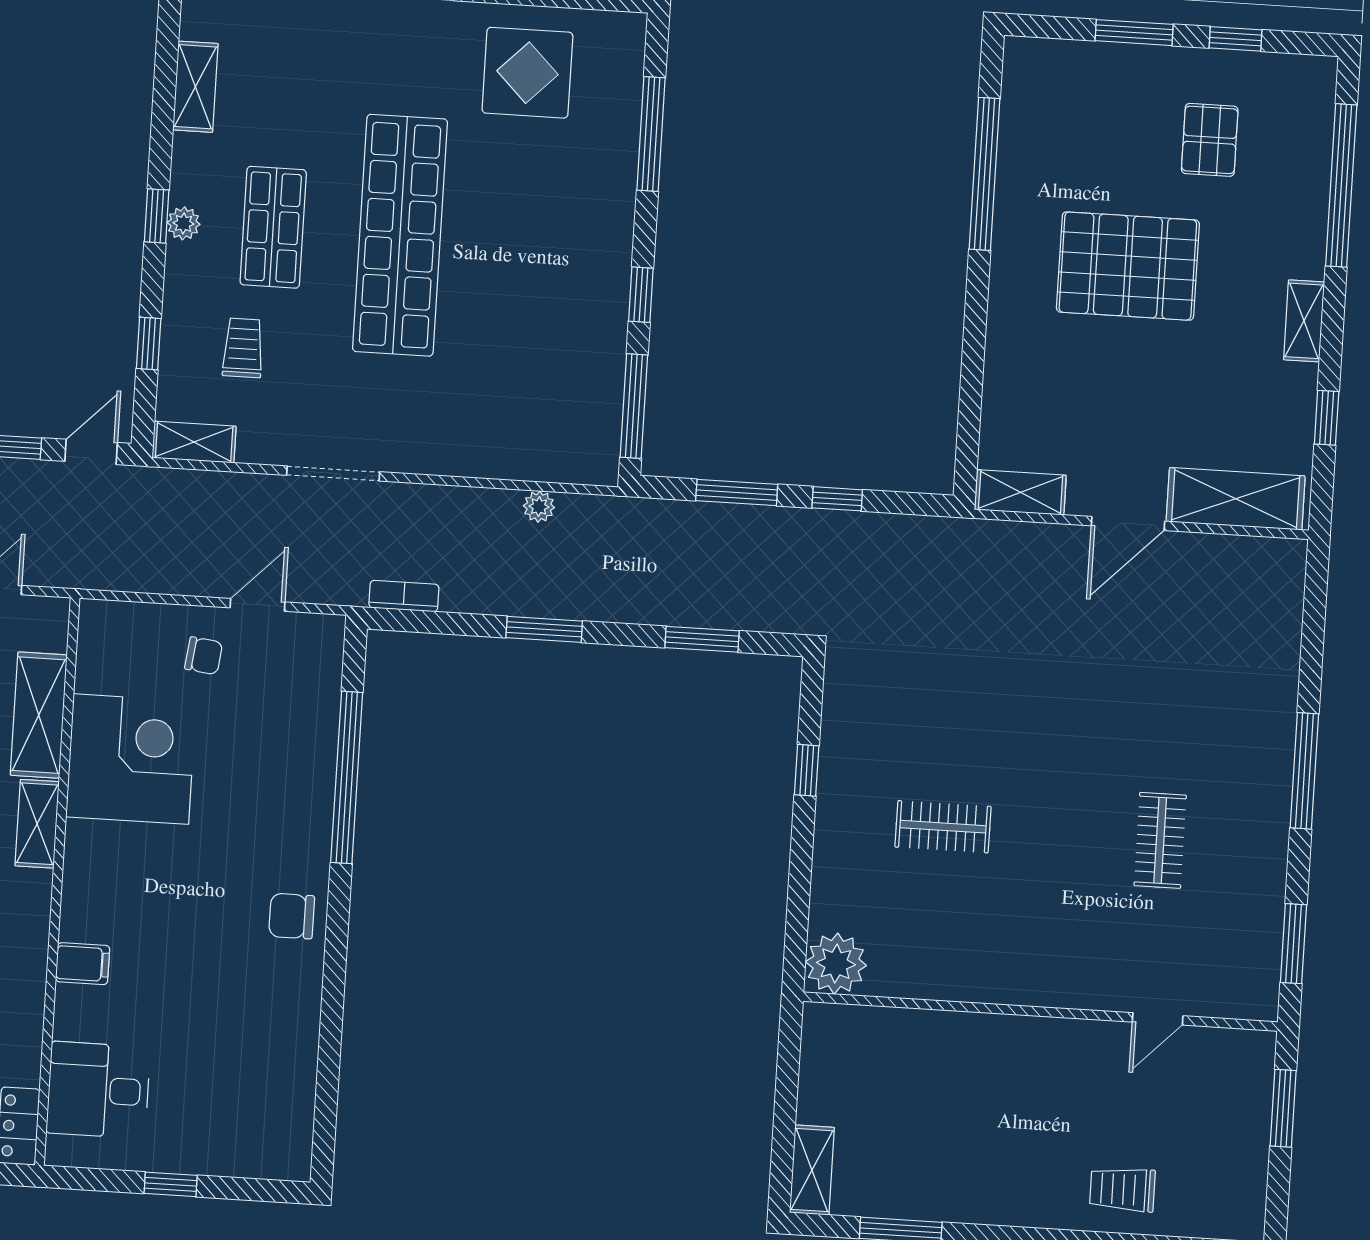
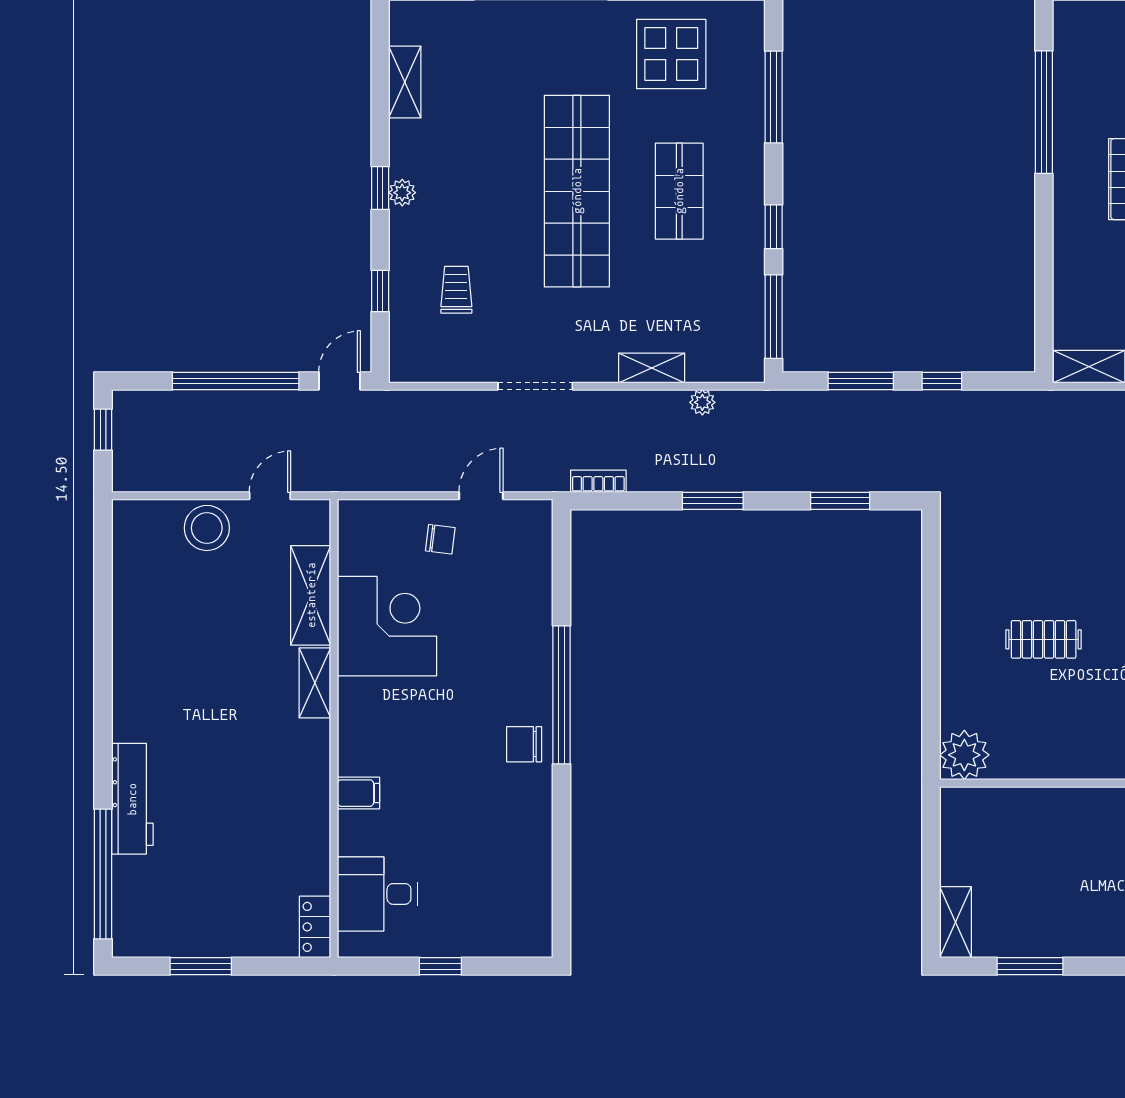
shop shelf: (273, 227) -> (679, 191), moved
shelving: (194, 442) -> (652, 368), moved
window: (807, 770) -> (931, 601), removed
window: (347, 777) -> (561, 695), moved

